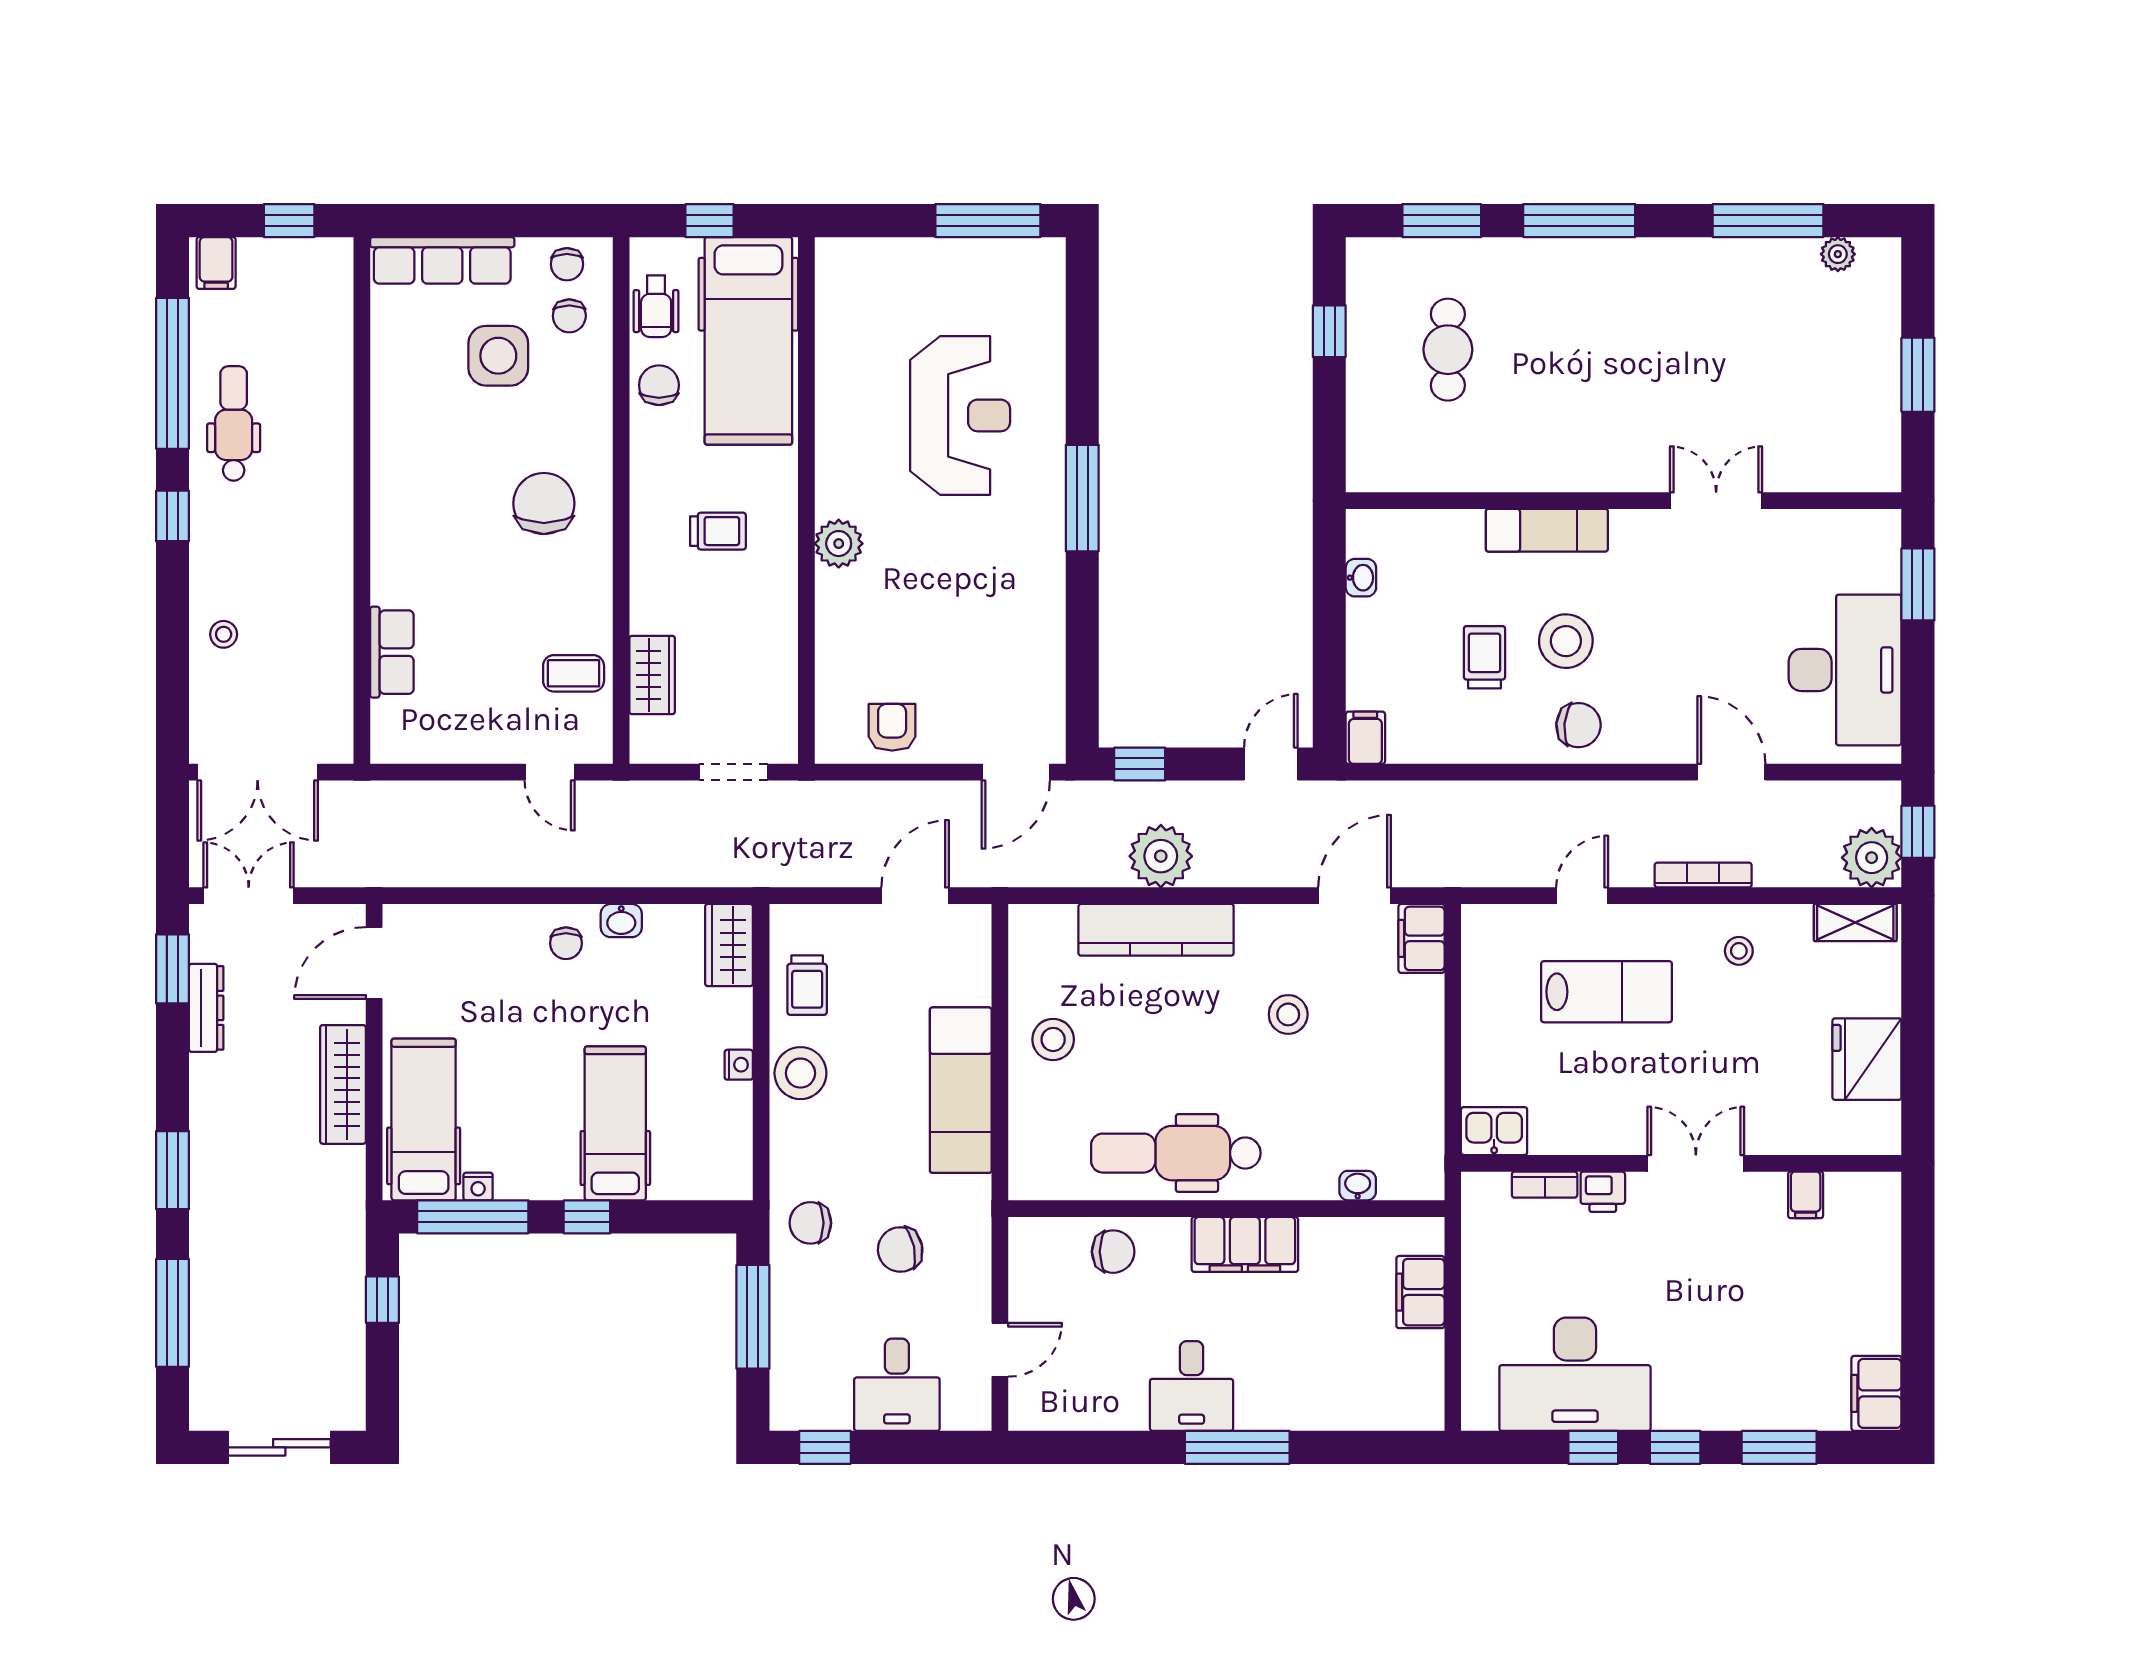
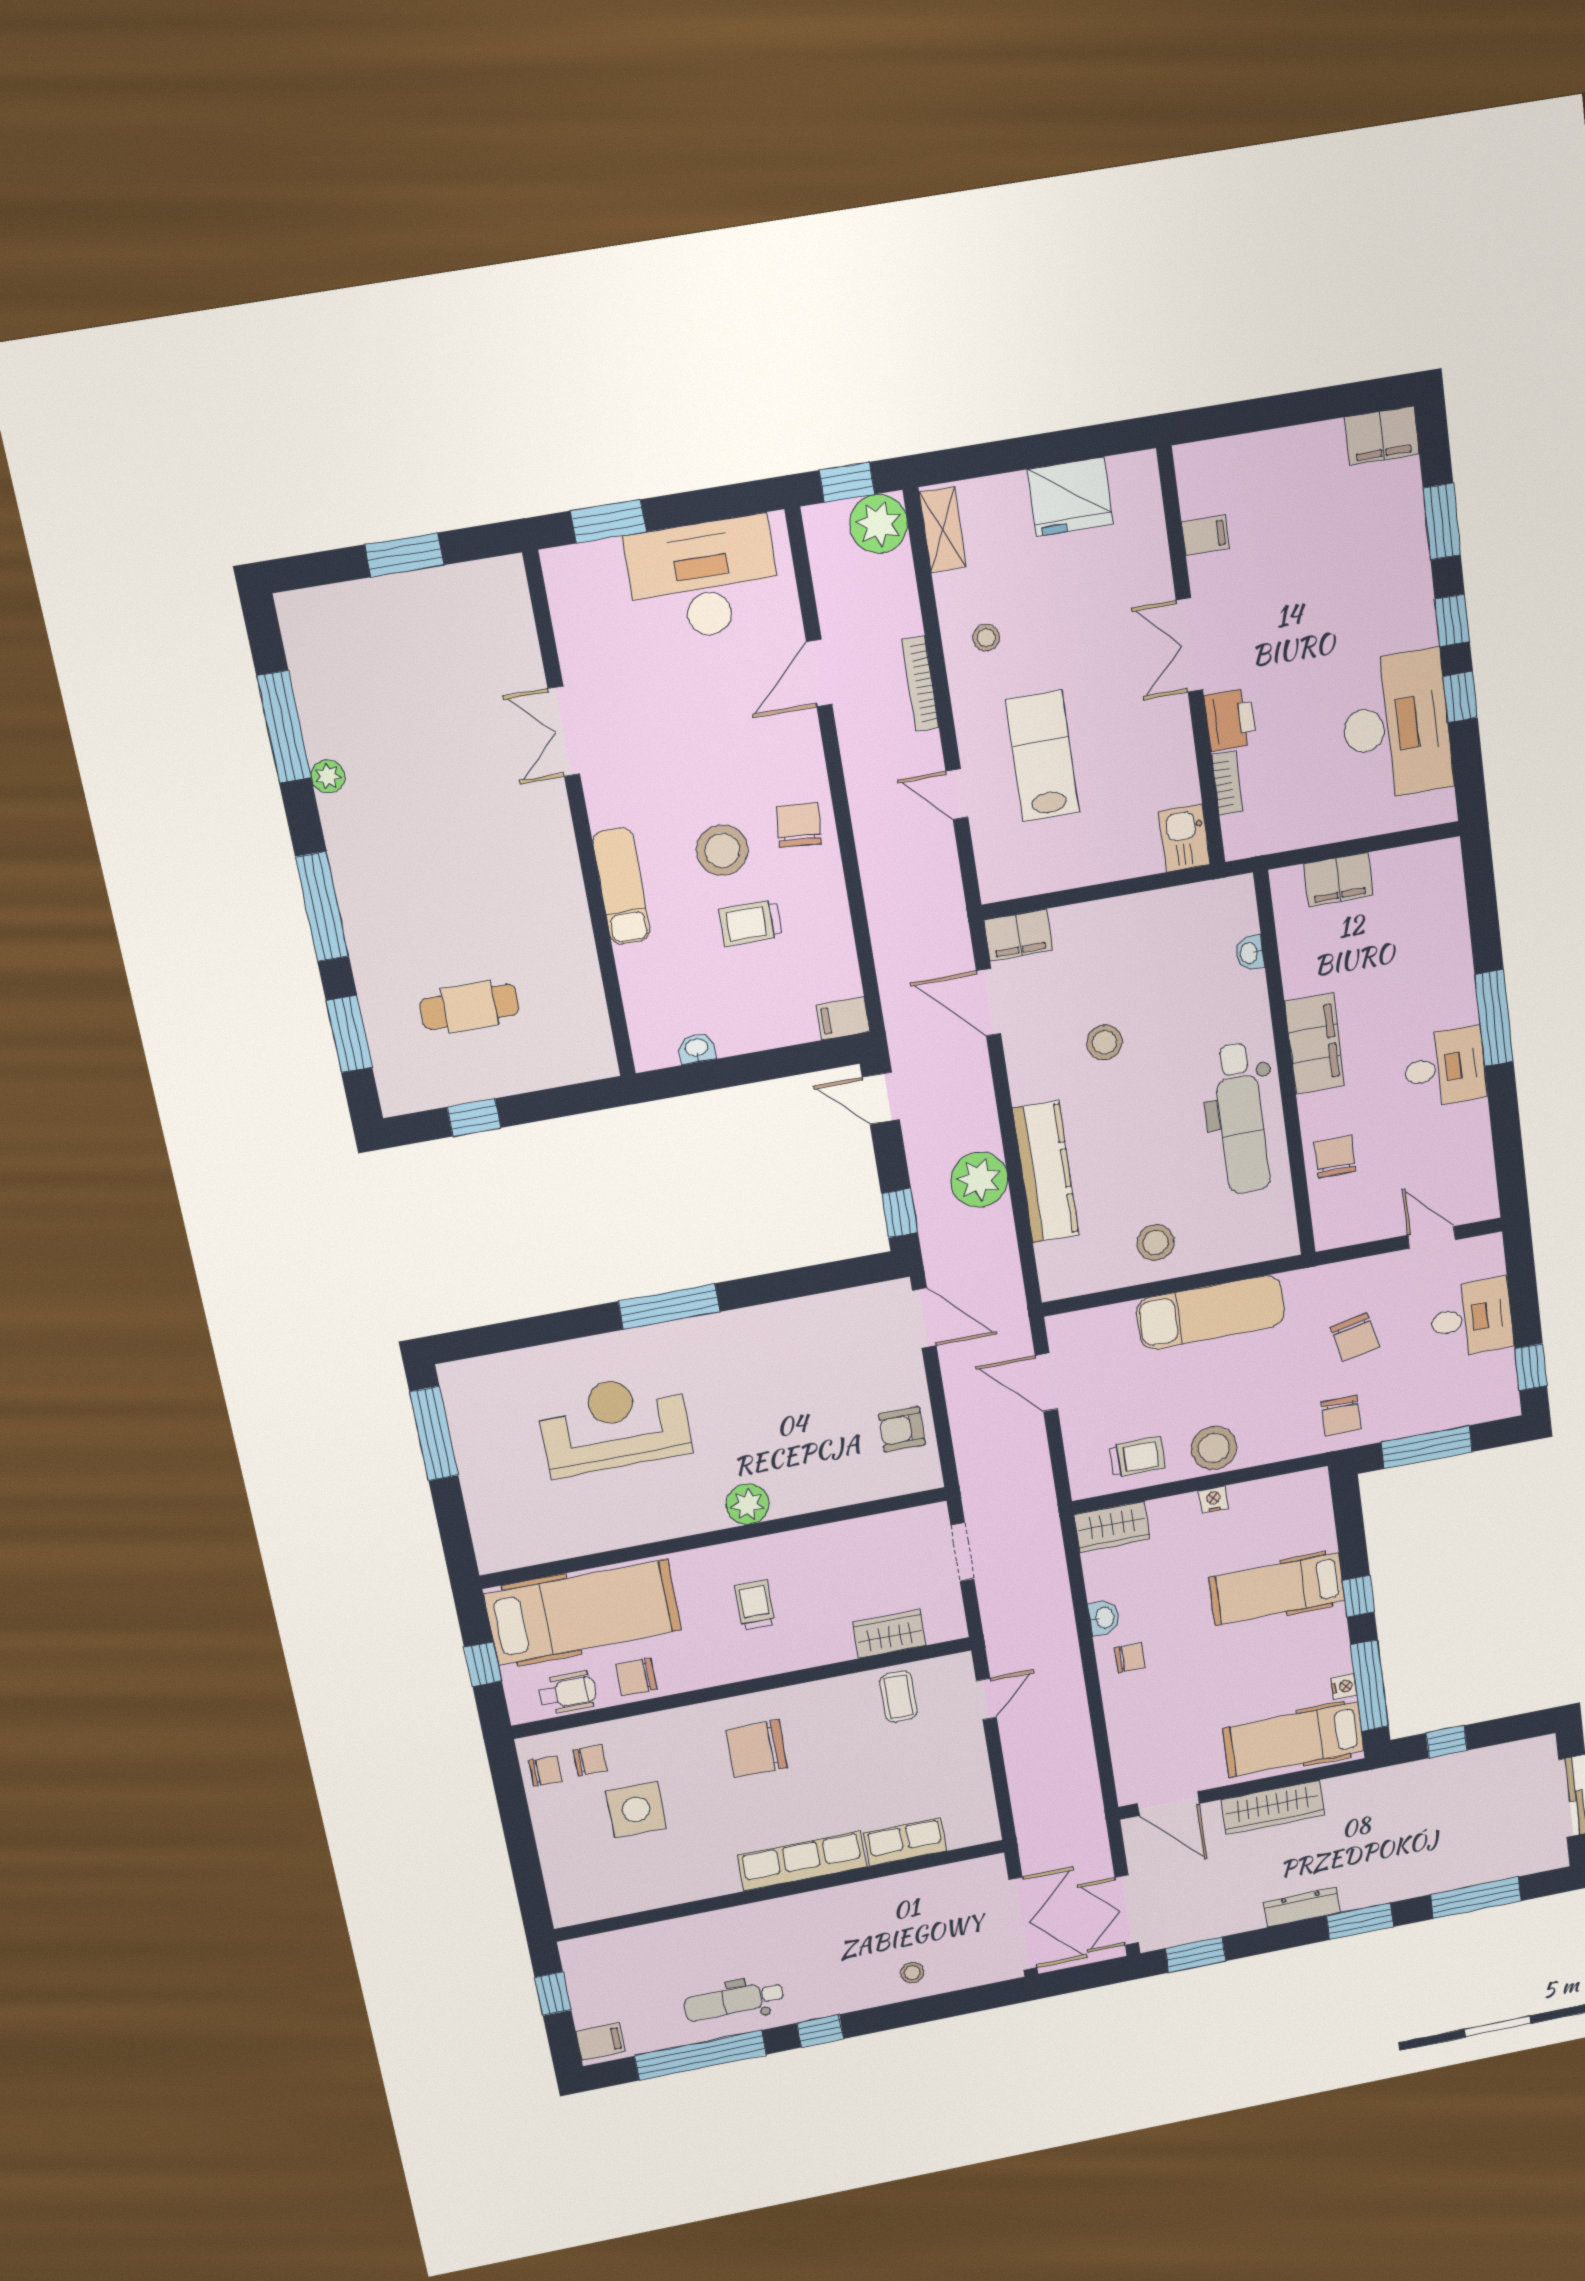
plant: (1838, 254) -> (328, 776), moved
row of seats: (442, 260) -> (802, 1861), moved, turned -90
dresser: (206, 1008) -> (1302, 1907), moved
printer: (1603, 1192) -> (1230, 720), width x1.36, depth x1.24

